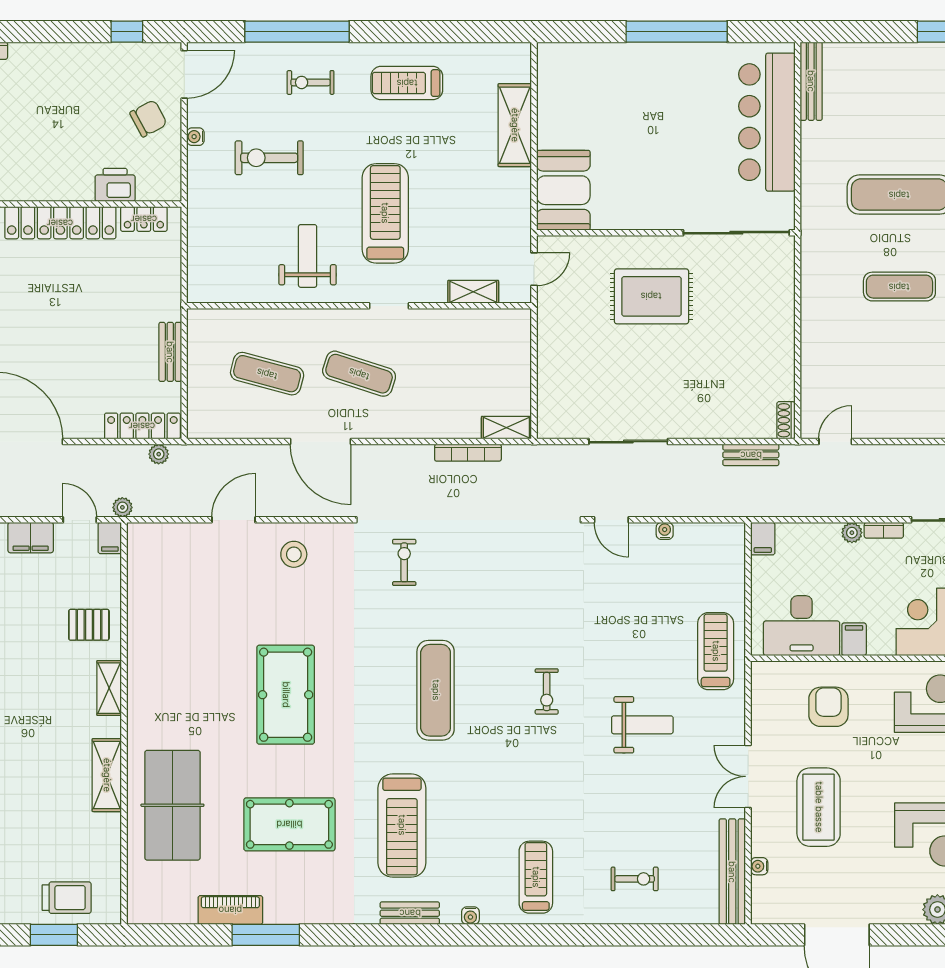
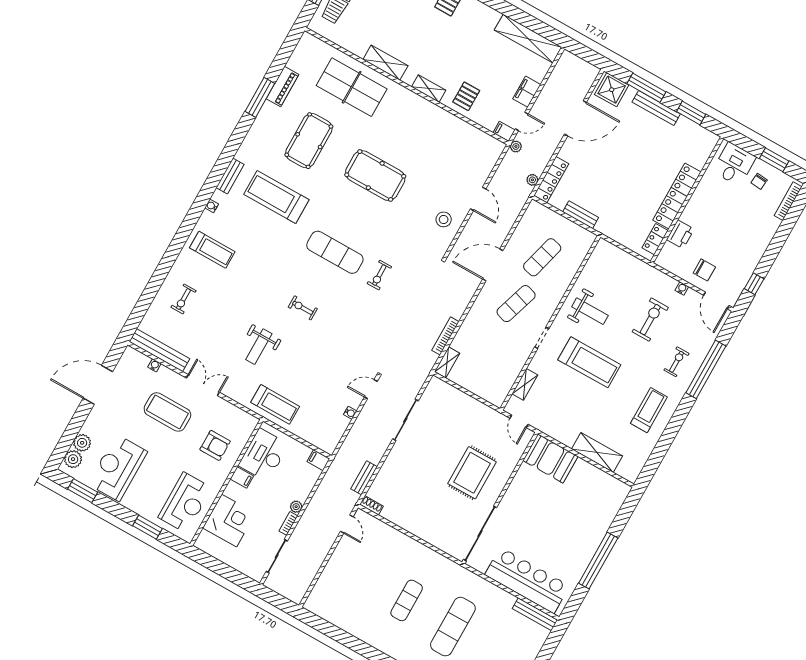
chair: (148, 118) -> (704, 270), turned -62
exercise bike: (404, 562) -> (379, 275), moved, turned 89

